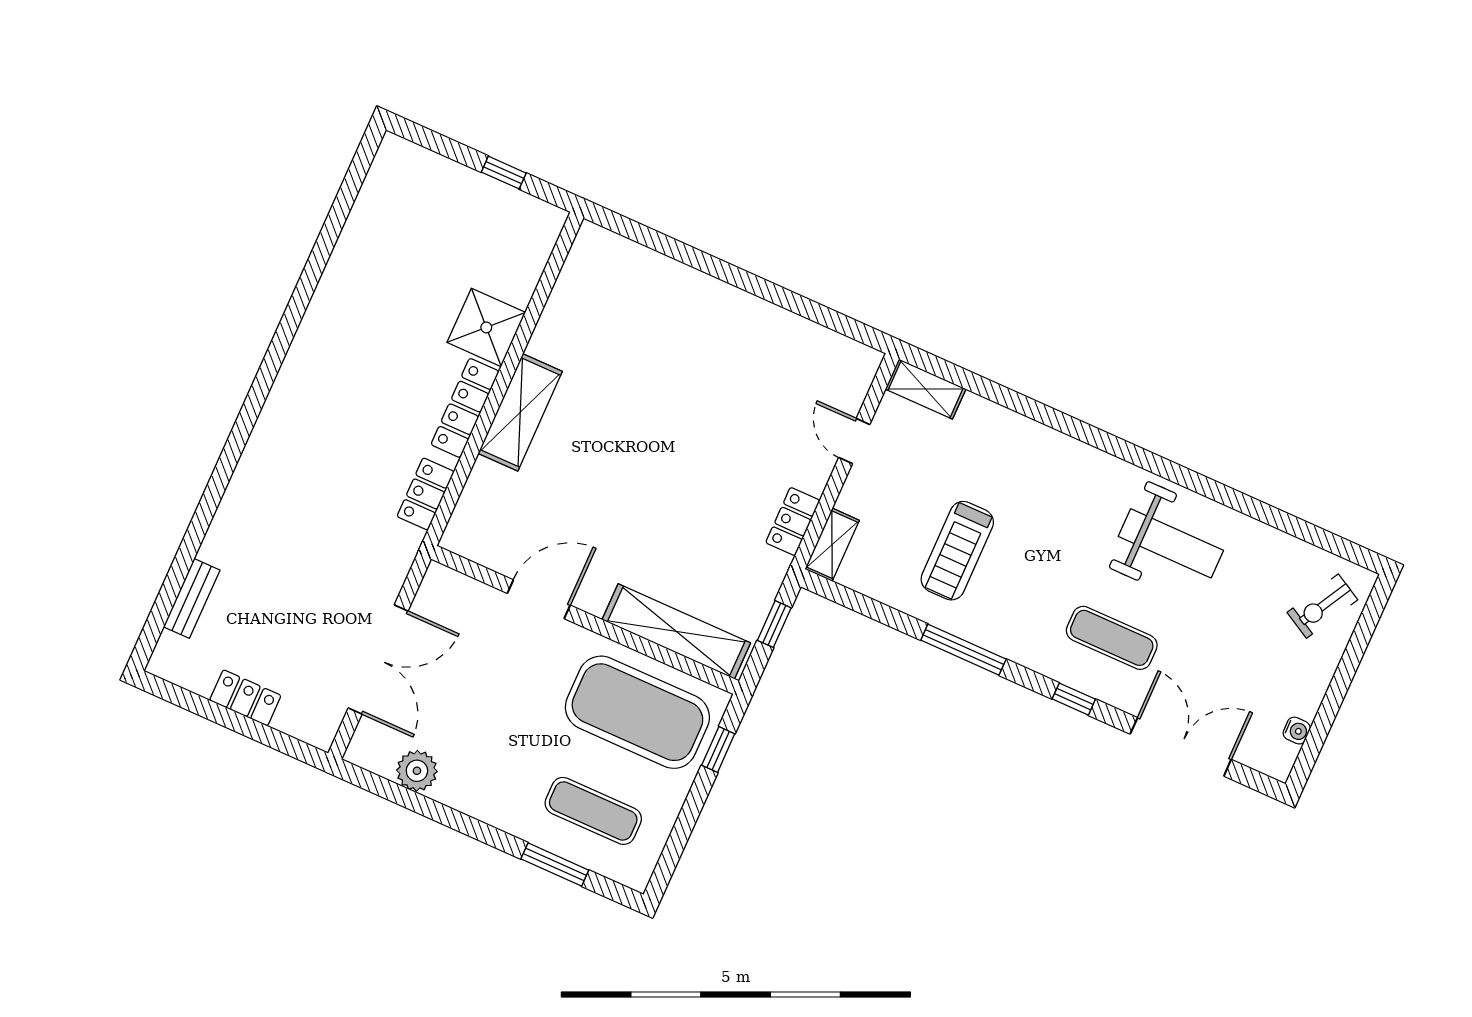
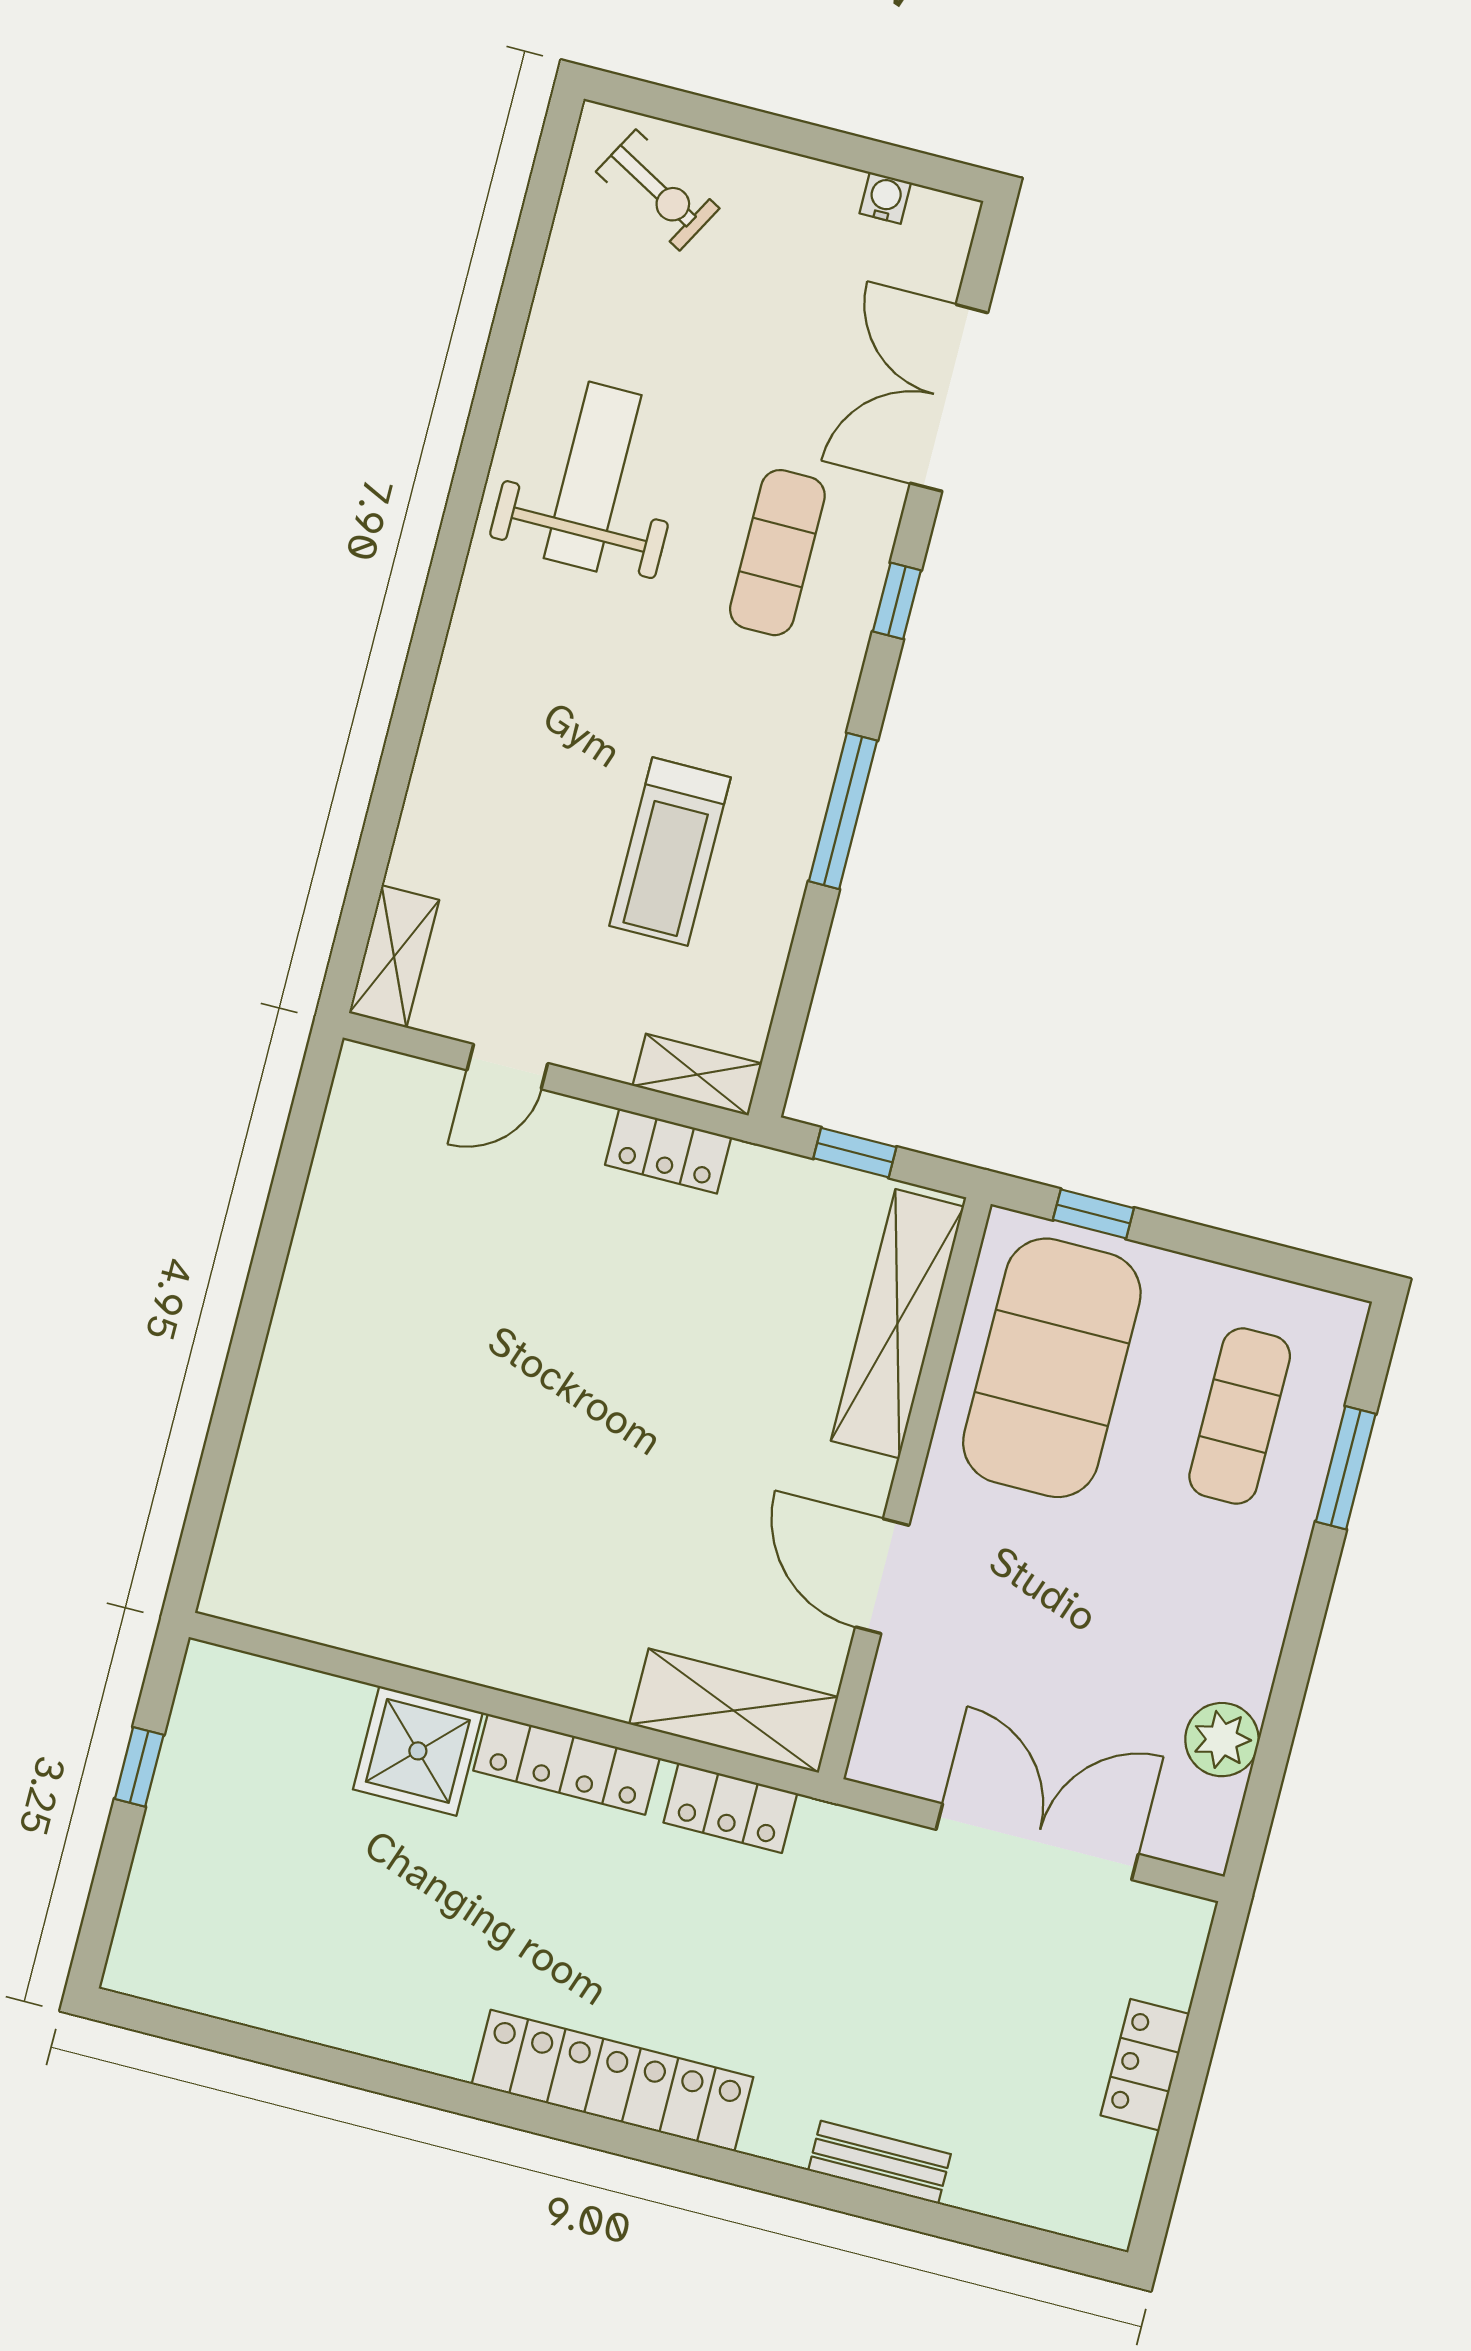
locker: (287, 403) -> (613, 2081), added
shelving: (520, 412) -> (734, 1711), moved
treadmill: (957, 551) -> (670, 852), turned 90
bench: (192, 598) -> (879, 2162), moved

